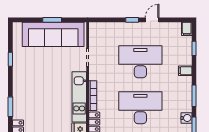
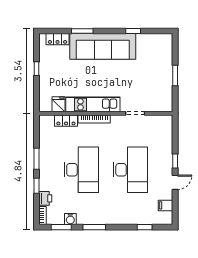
door: (152, 20) -> (175, 182), hinge flipped
filing cabinet: (187, 29) -> (166, 205), moved
sofa: (53, 34) -> (103, 46), moved, turned -90
filing cabinet: (185, 71) -> (121, 218), removed

